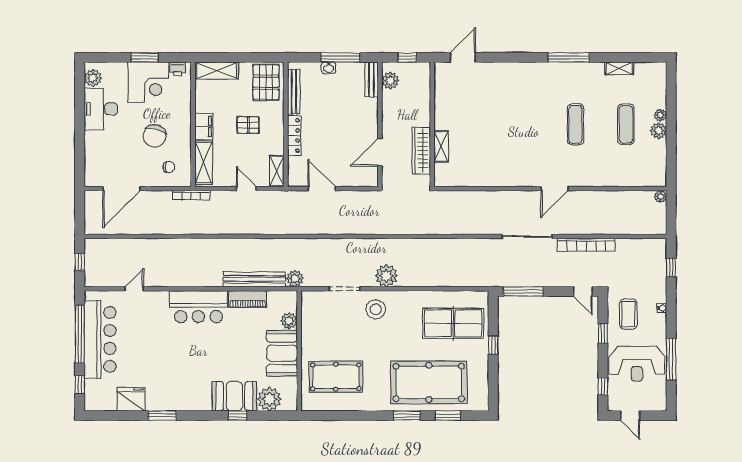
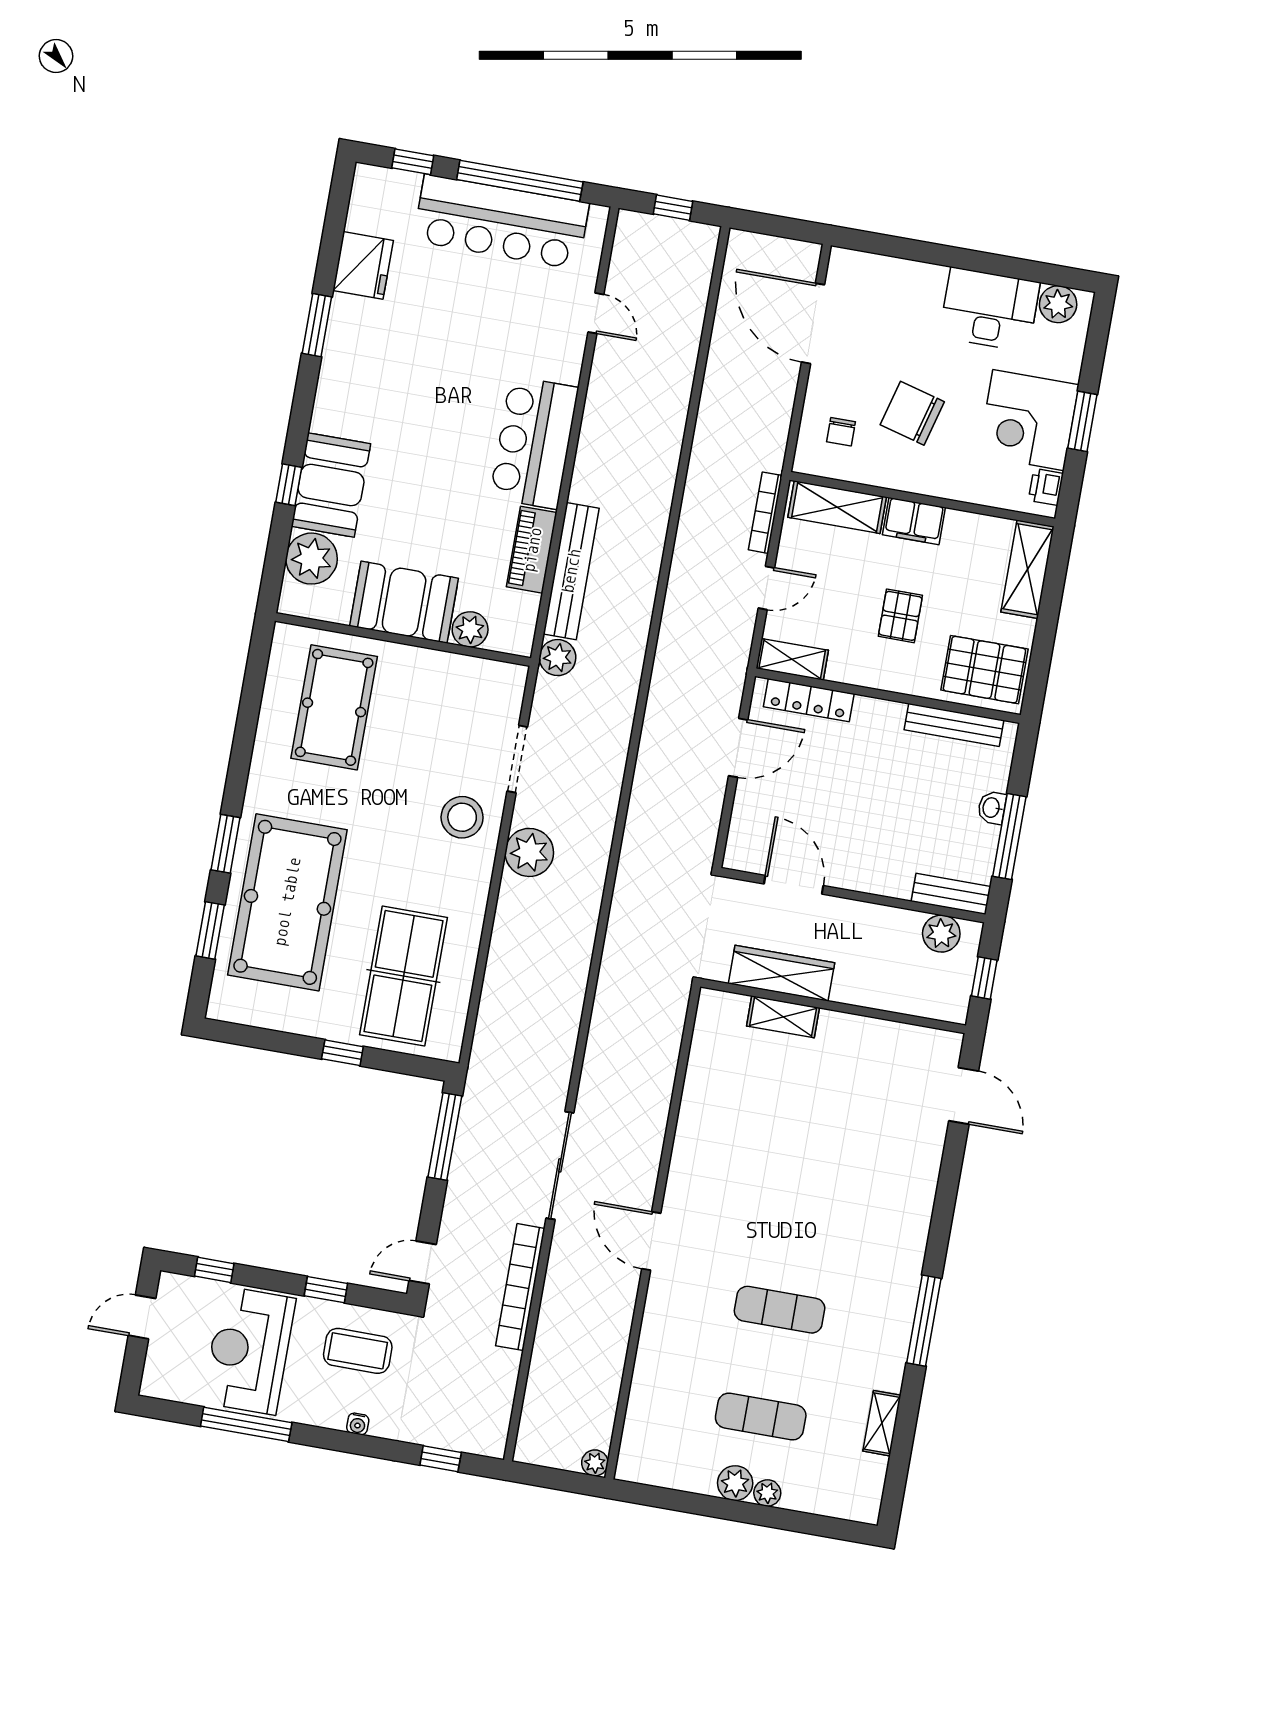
locker: (294, 135) -> (809, 700), moved
bookcase: (191, 195) -> (765, 513), moved

